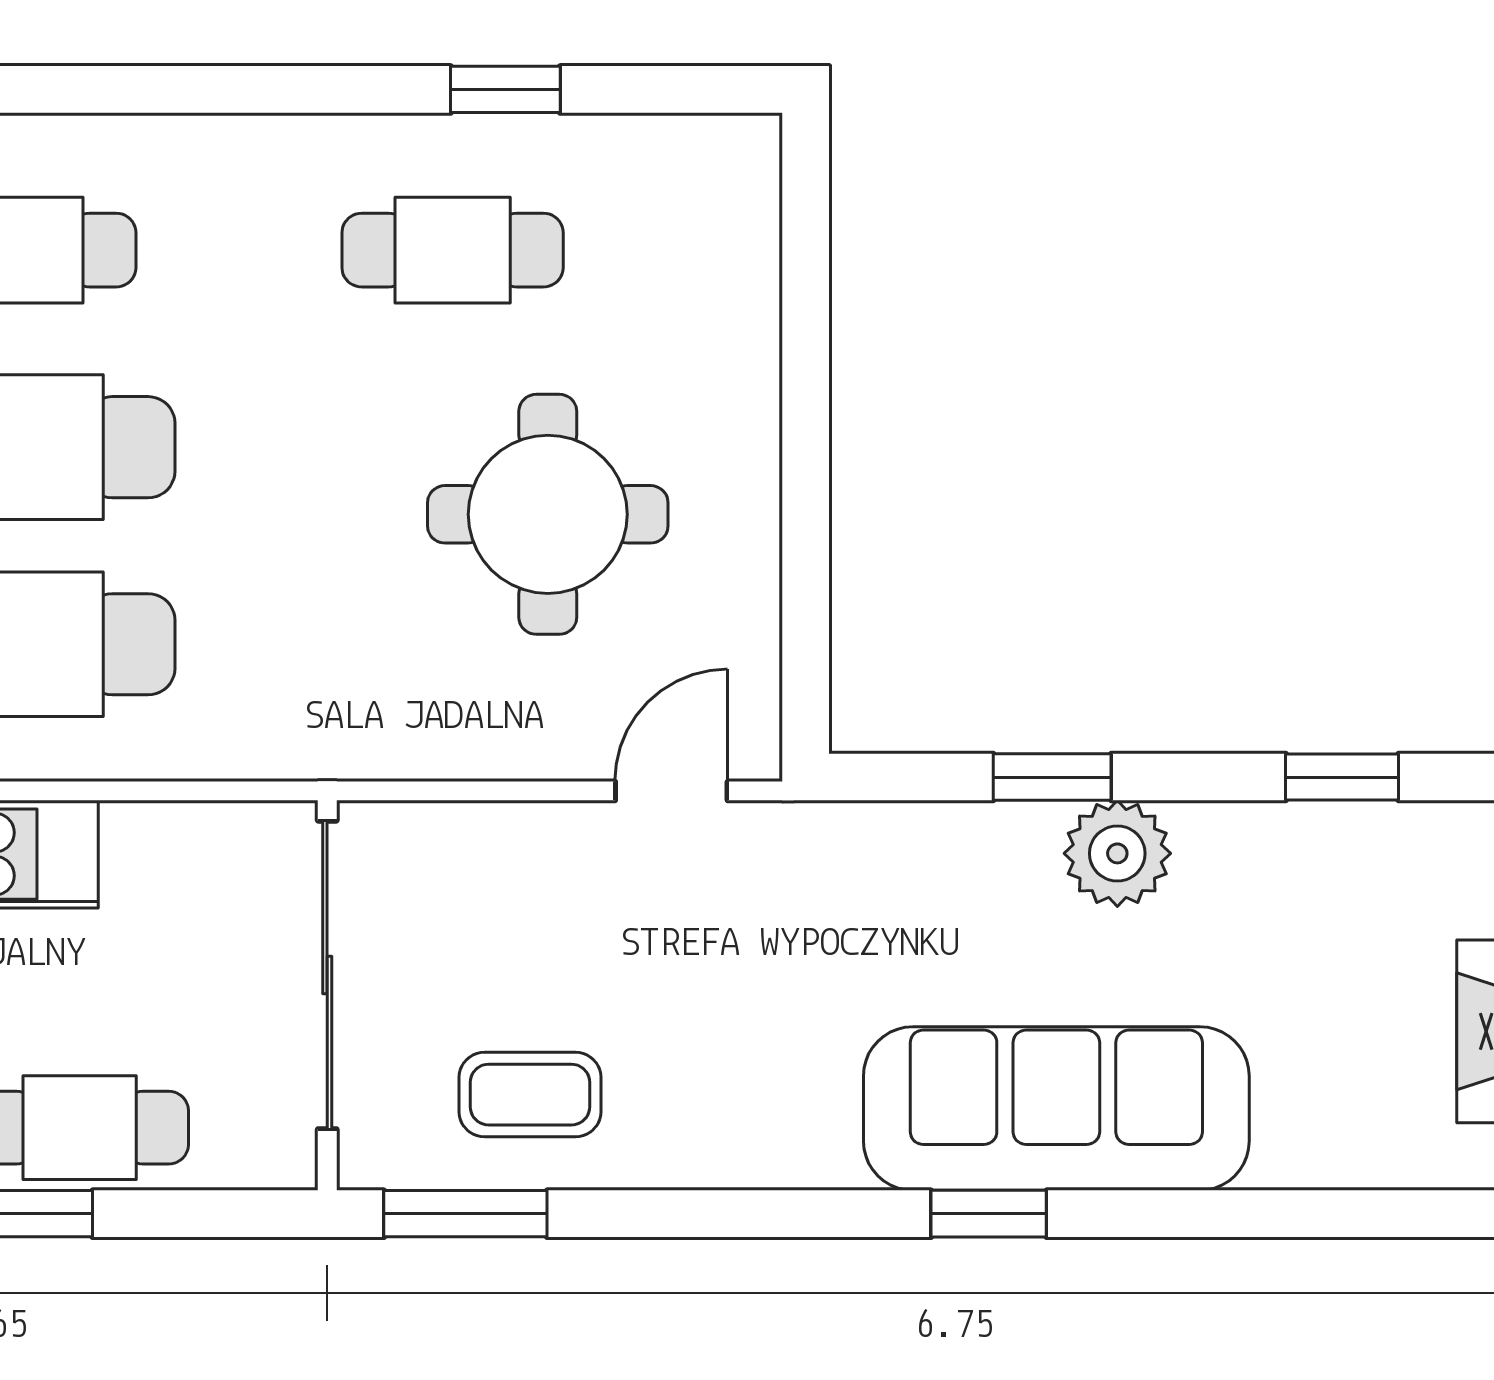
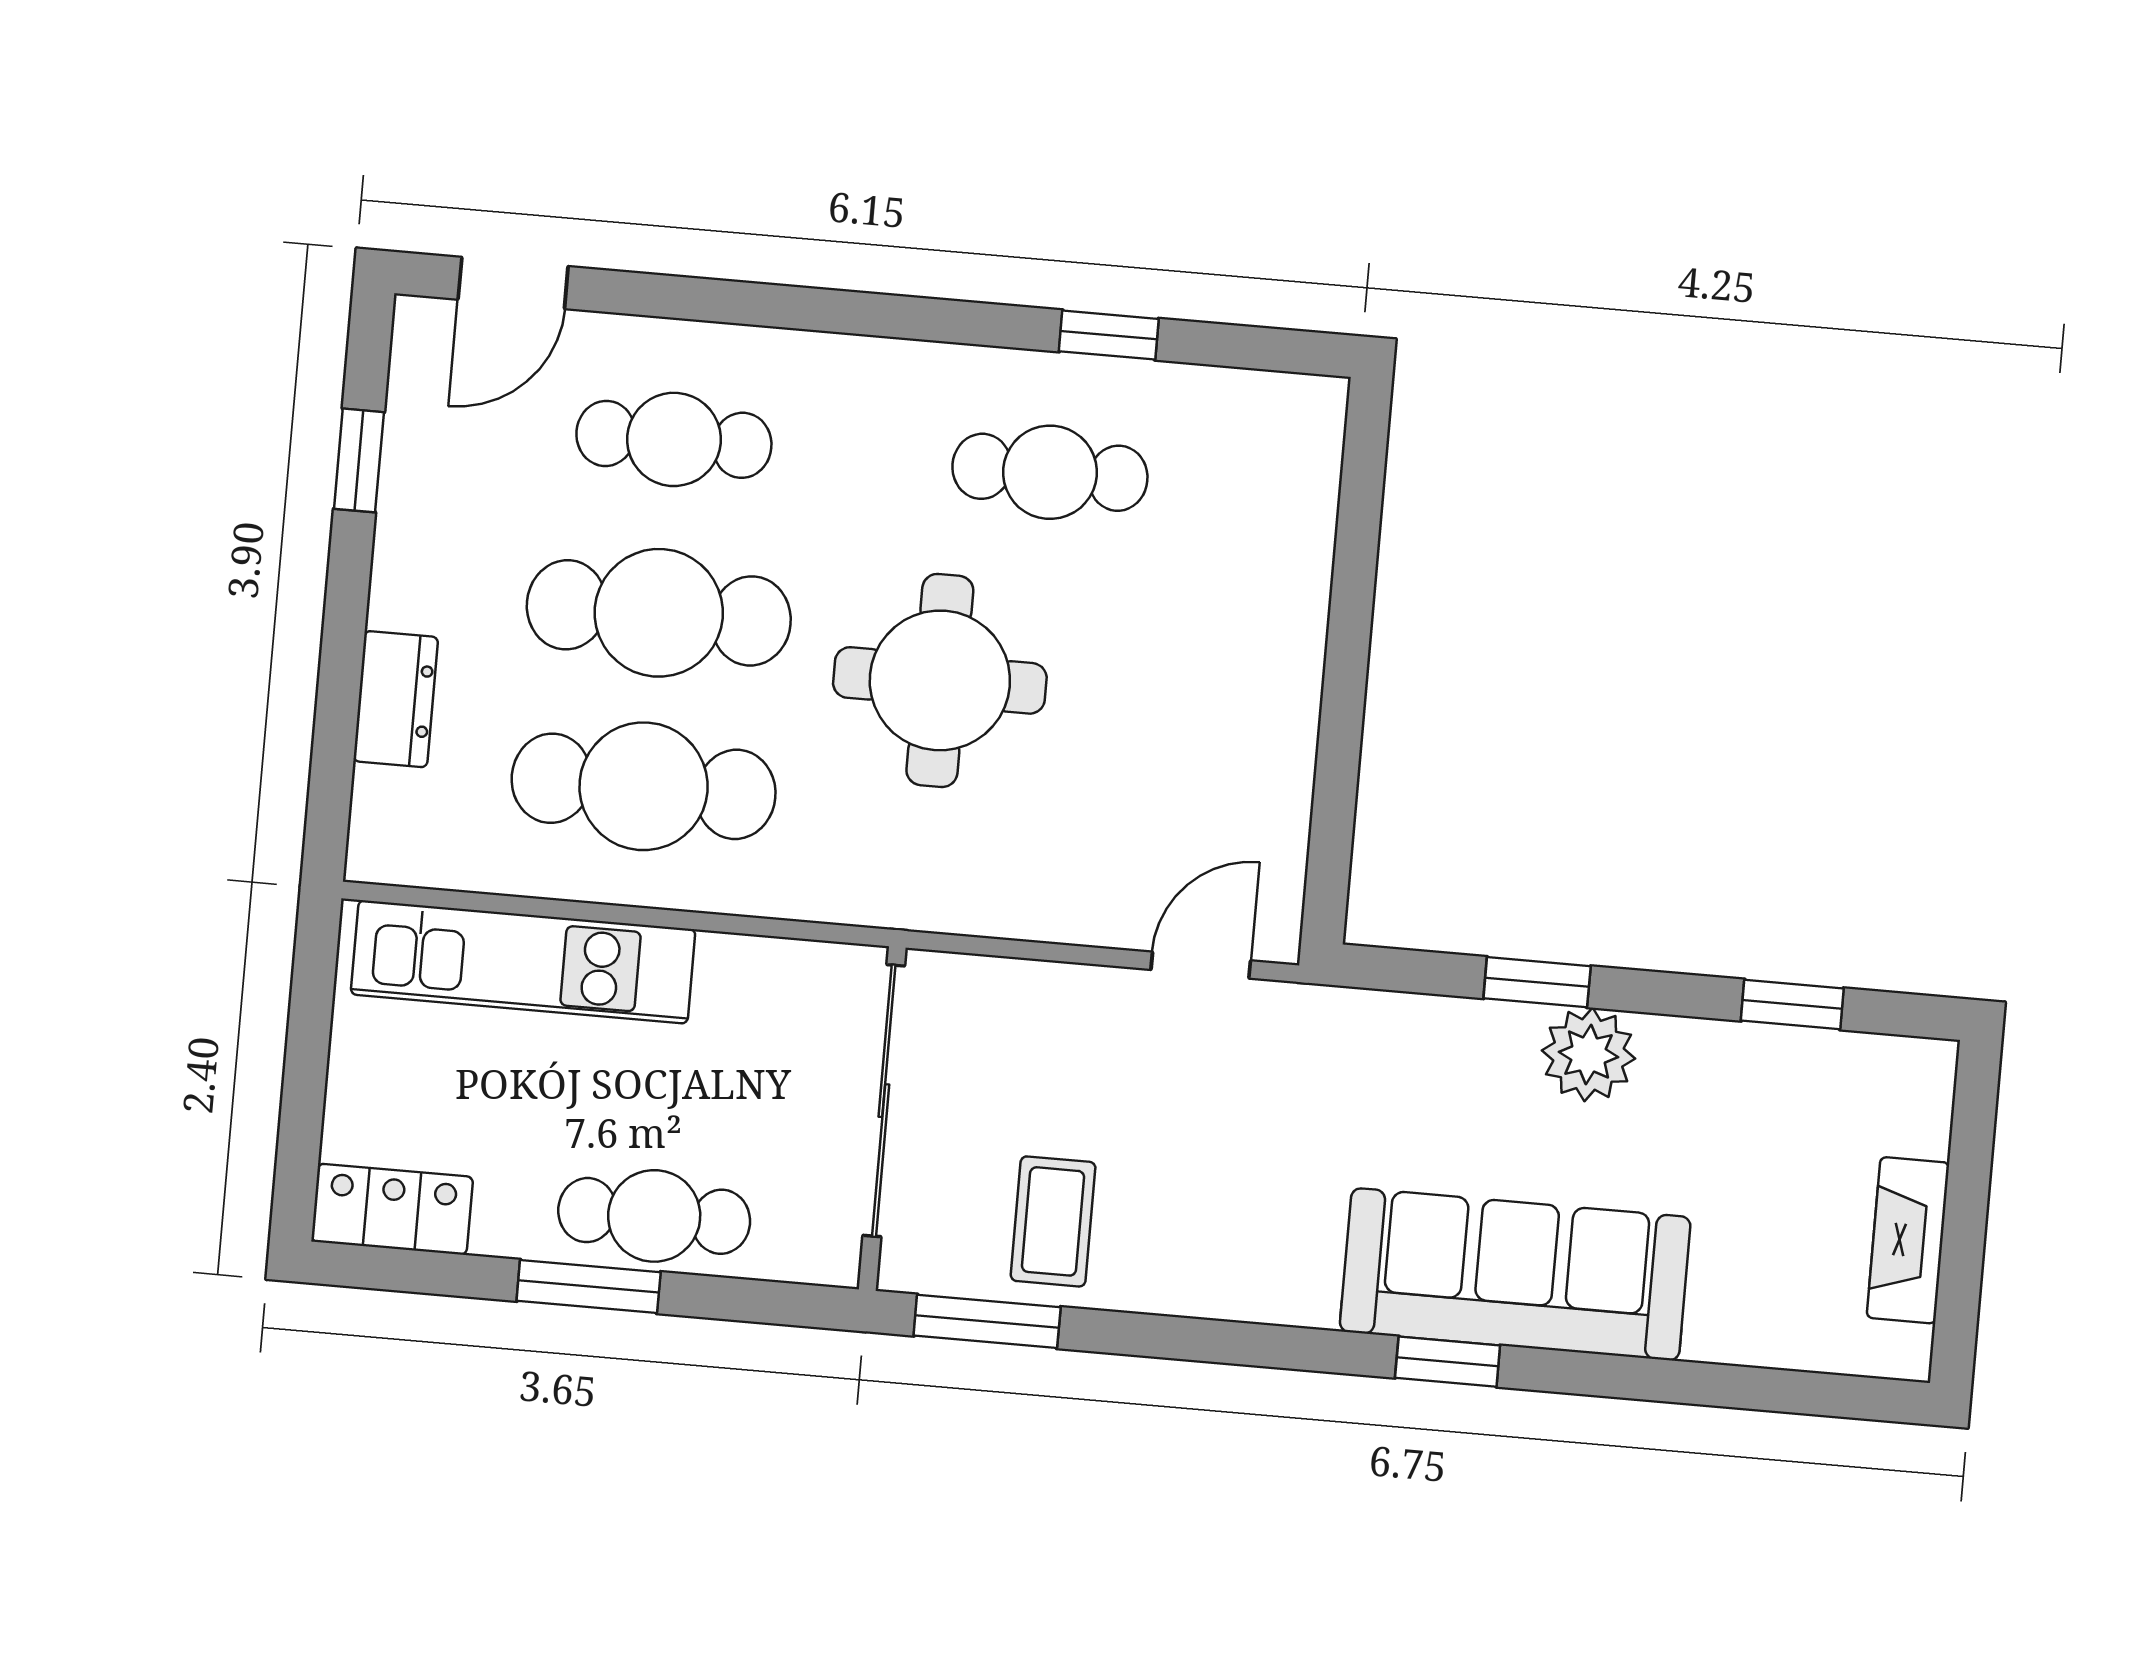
round table: (548, 514) -> (940, 680), moved
coffee table: (530, 1095) -> (1053, 1221), turned 90

